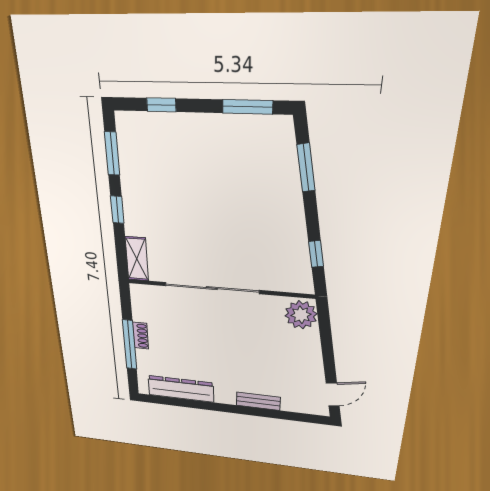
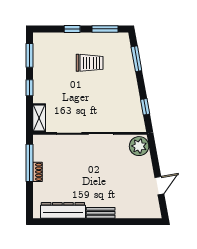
window: (161, 105) -> (72, 29), moved
trolley: (218, 171) -> (90, 63), added
window: (130, 345) -> (29, 163), moved
door: (333, 395) -> (159, 186), moved
bench: (258, 401) -> (101, 213), moved

